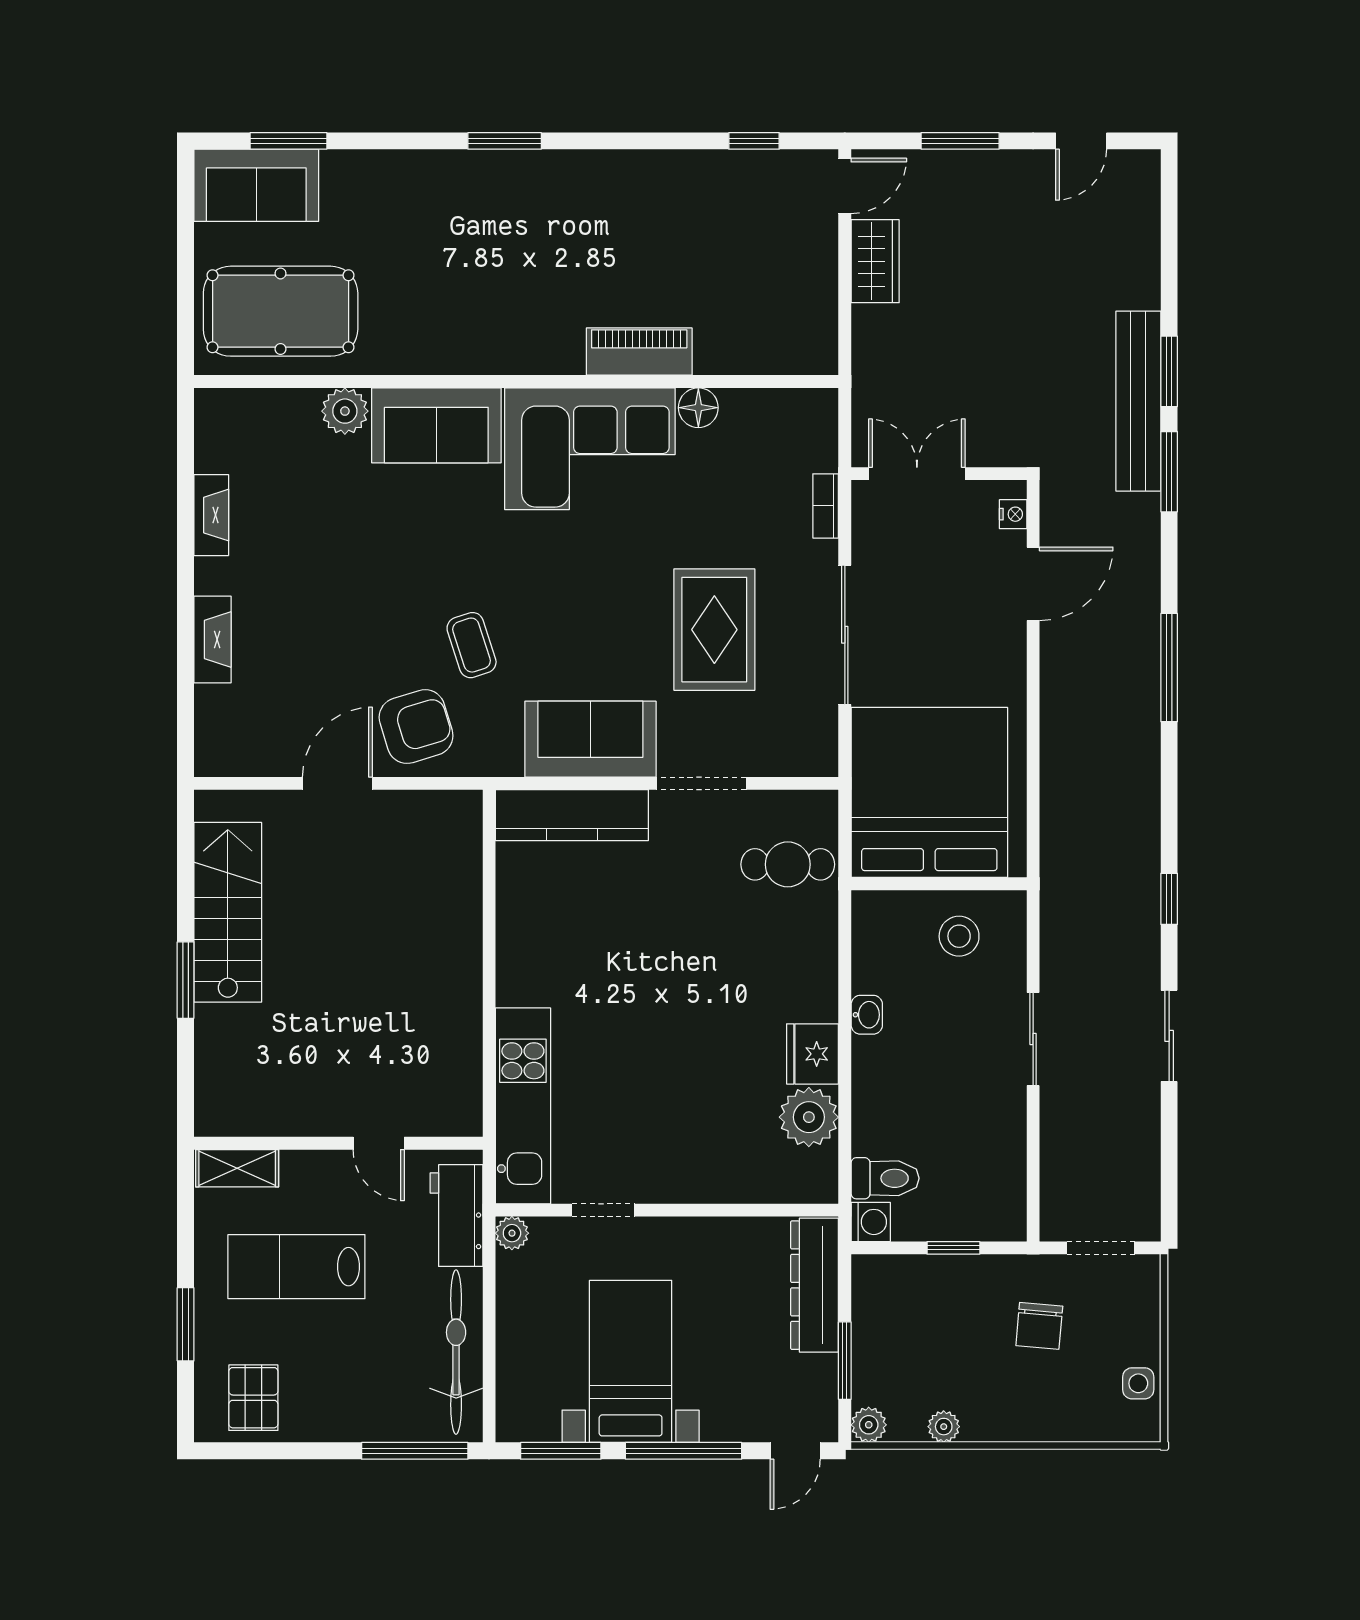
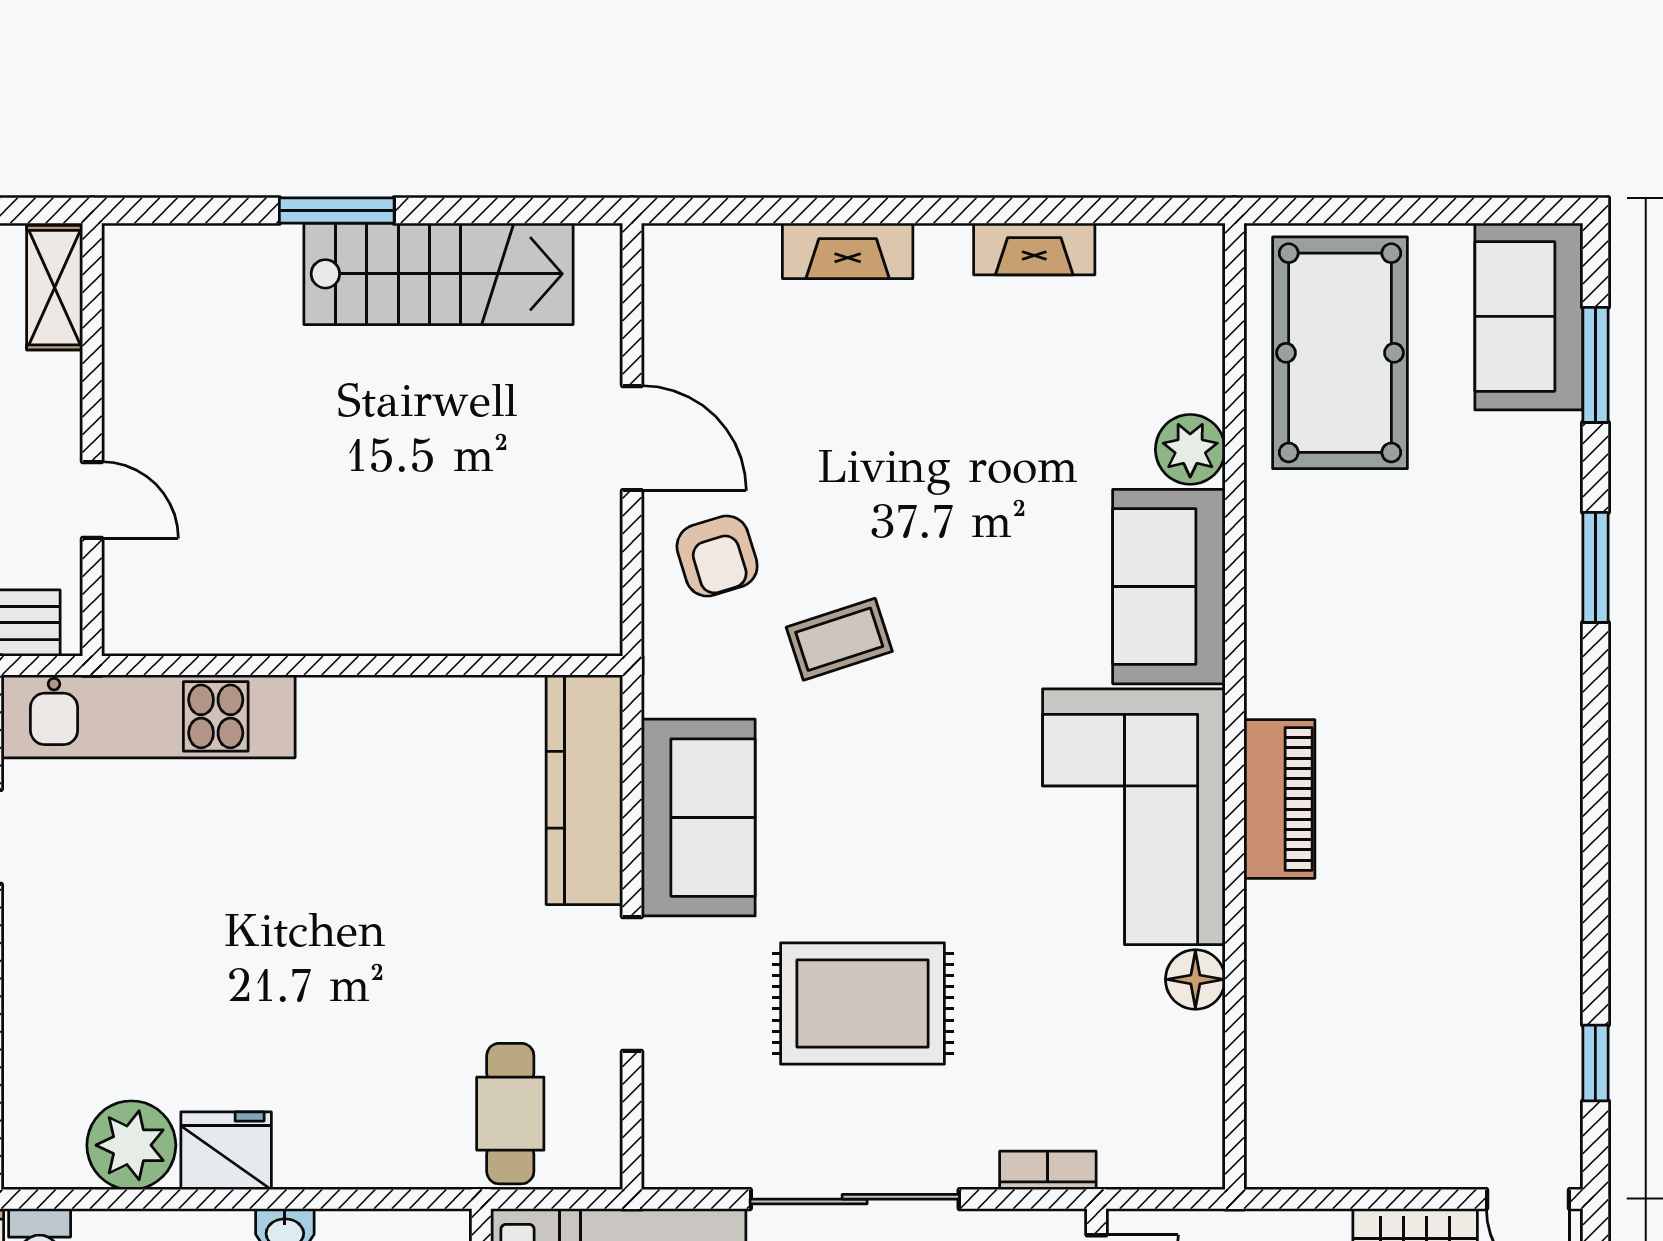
window: (505, 141) -> (1595, 567), moved
piano: (639, 352) -> (1279, 799), moved
armchair: (416, 727) -> (717, 556), width x0.72, depth x0.72
door: (379, 1143) -> (92, 500), swing flipped

